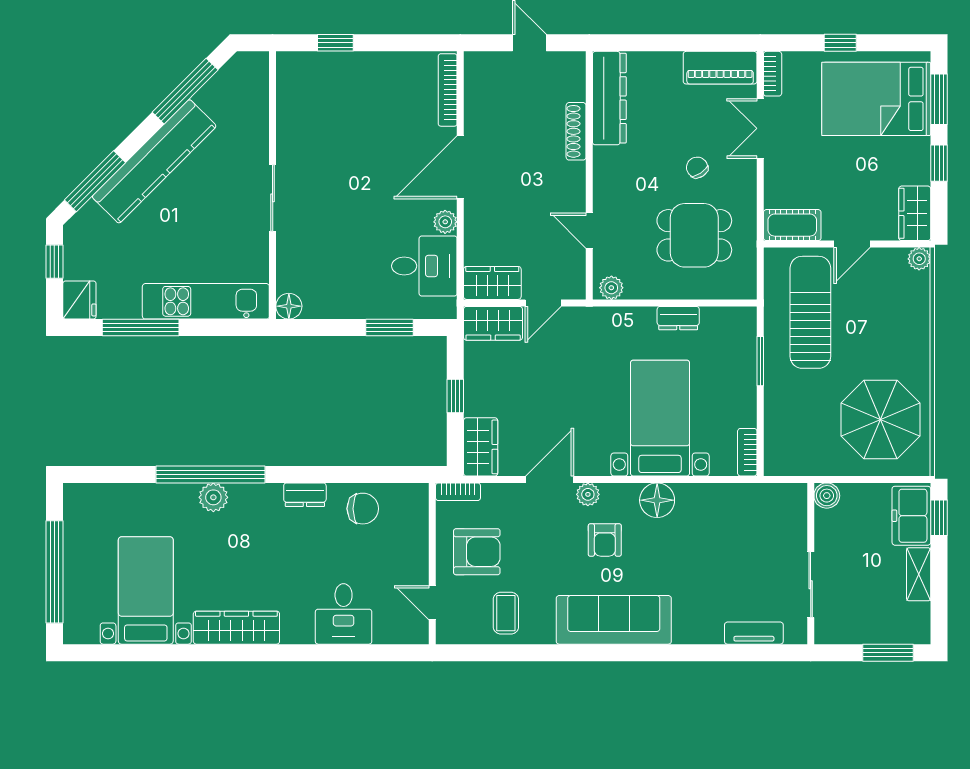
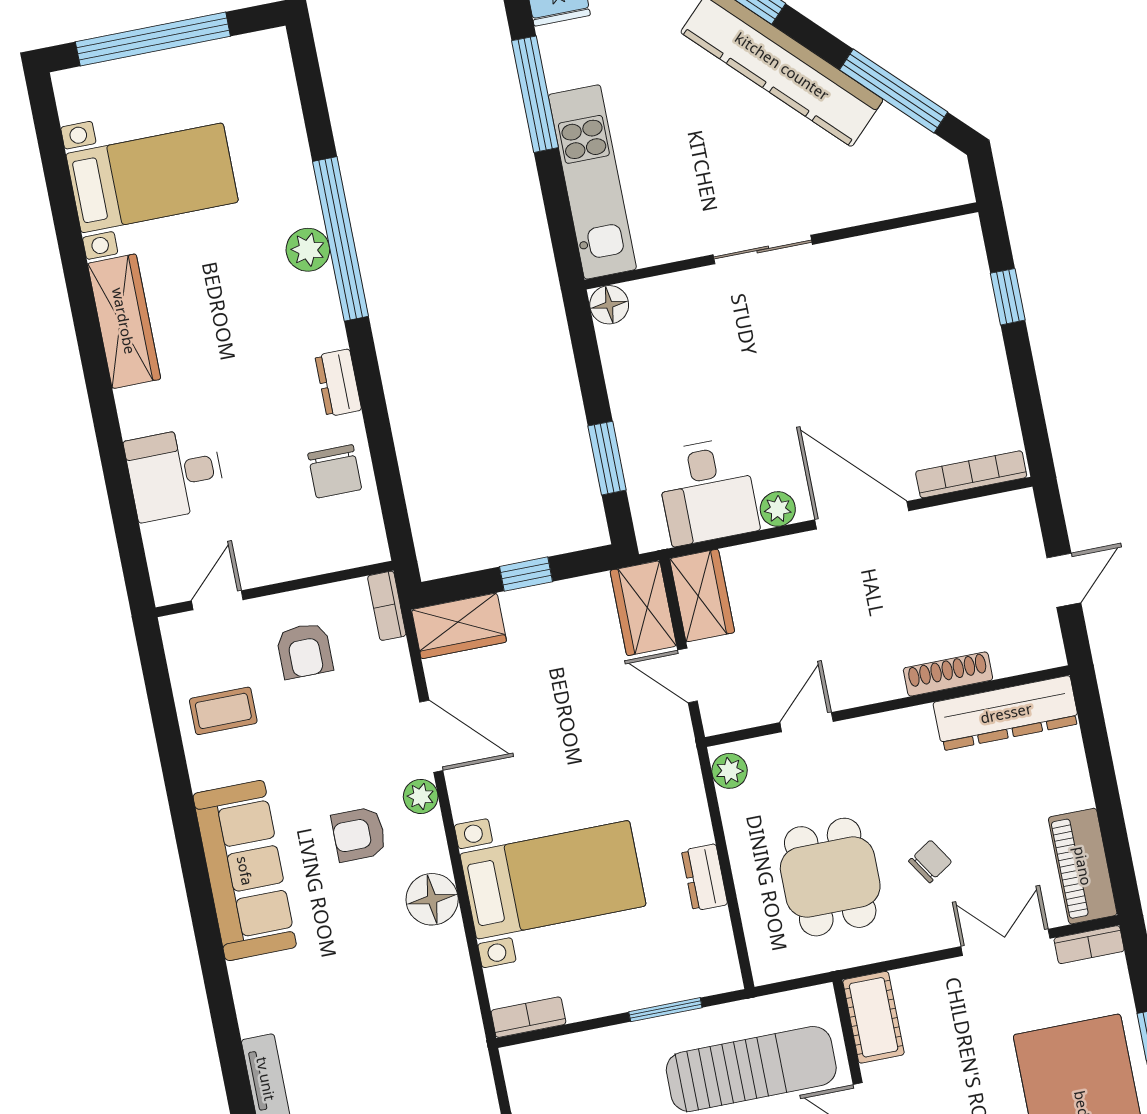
armchair: (477, 552) -> (305, 651), width x0.72, depth x0.72

